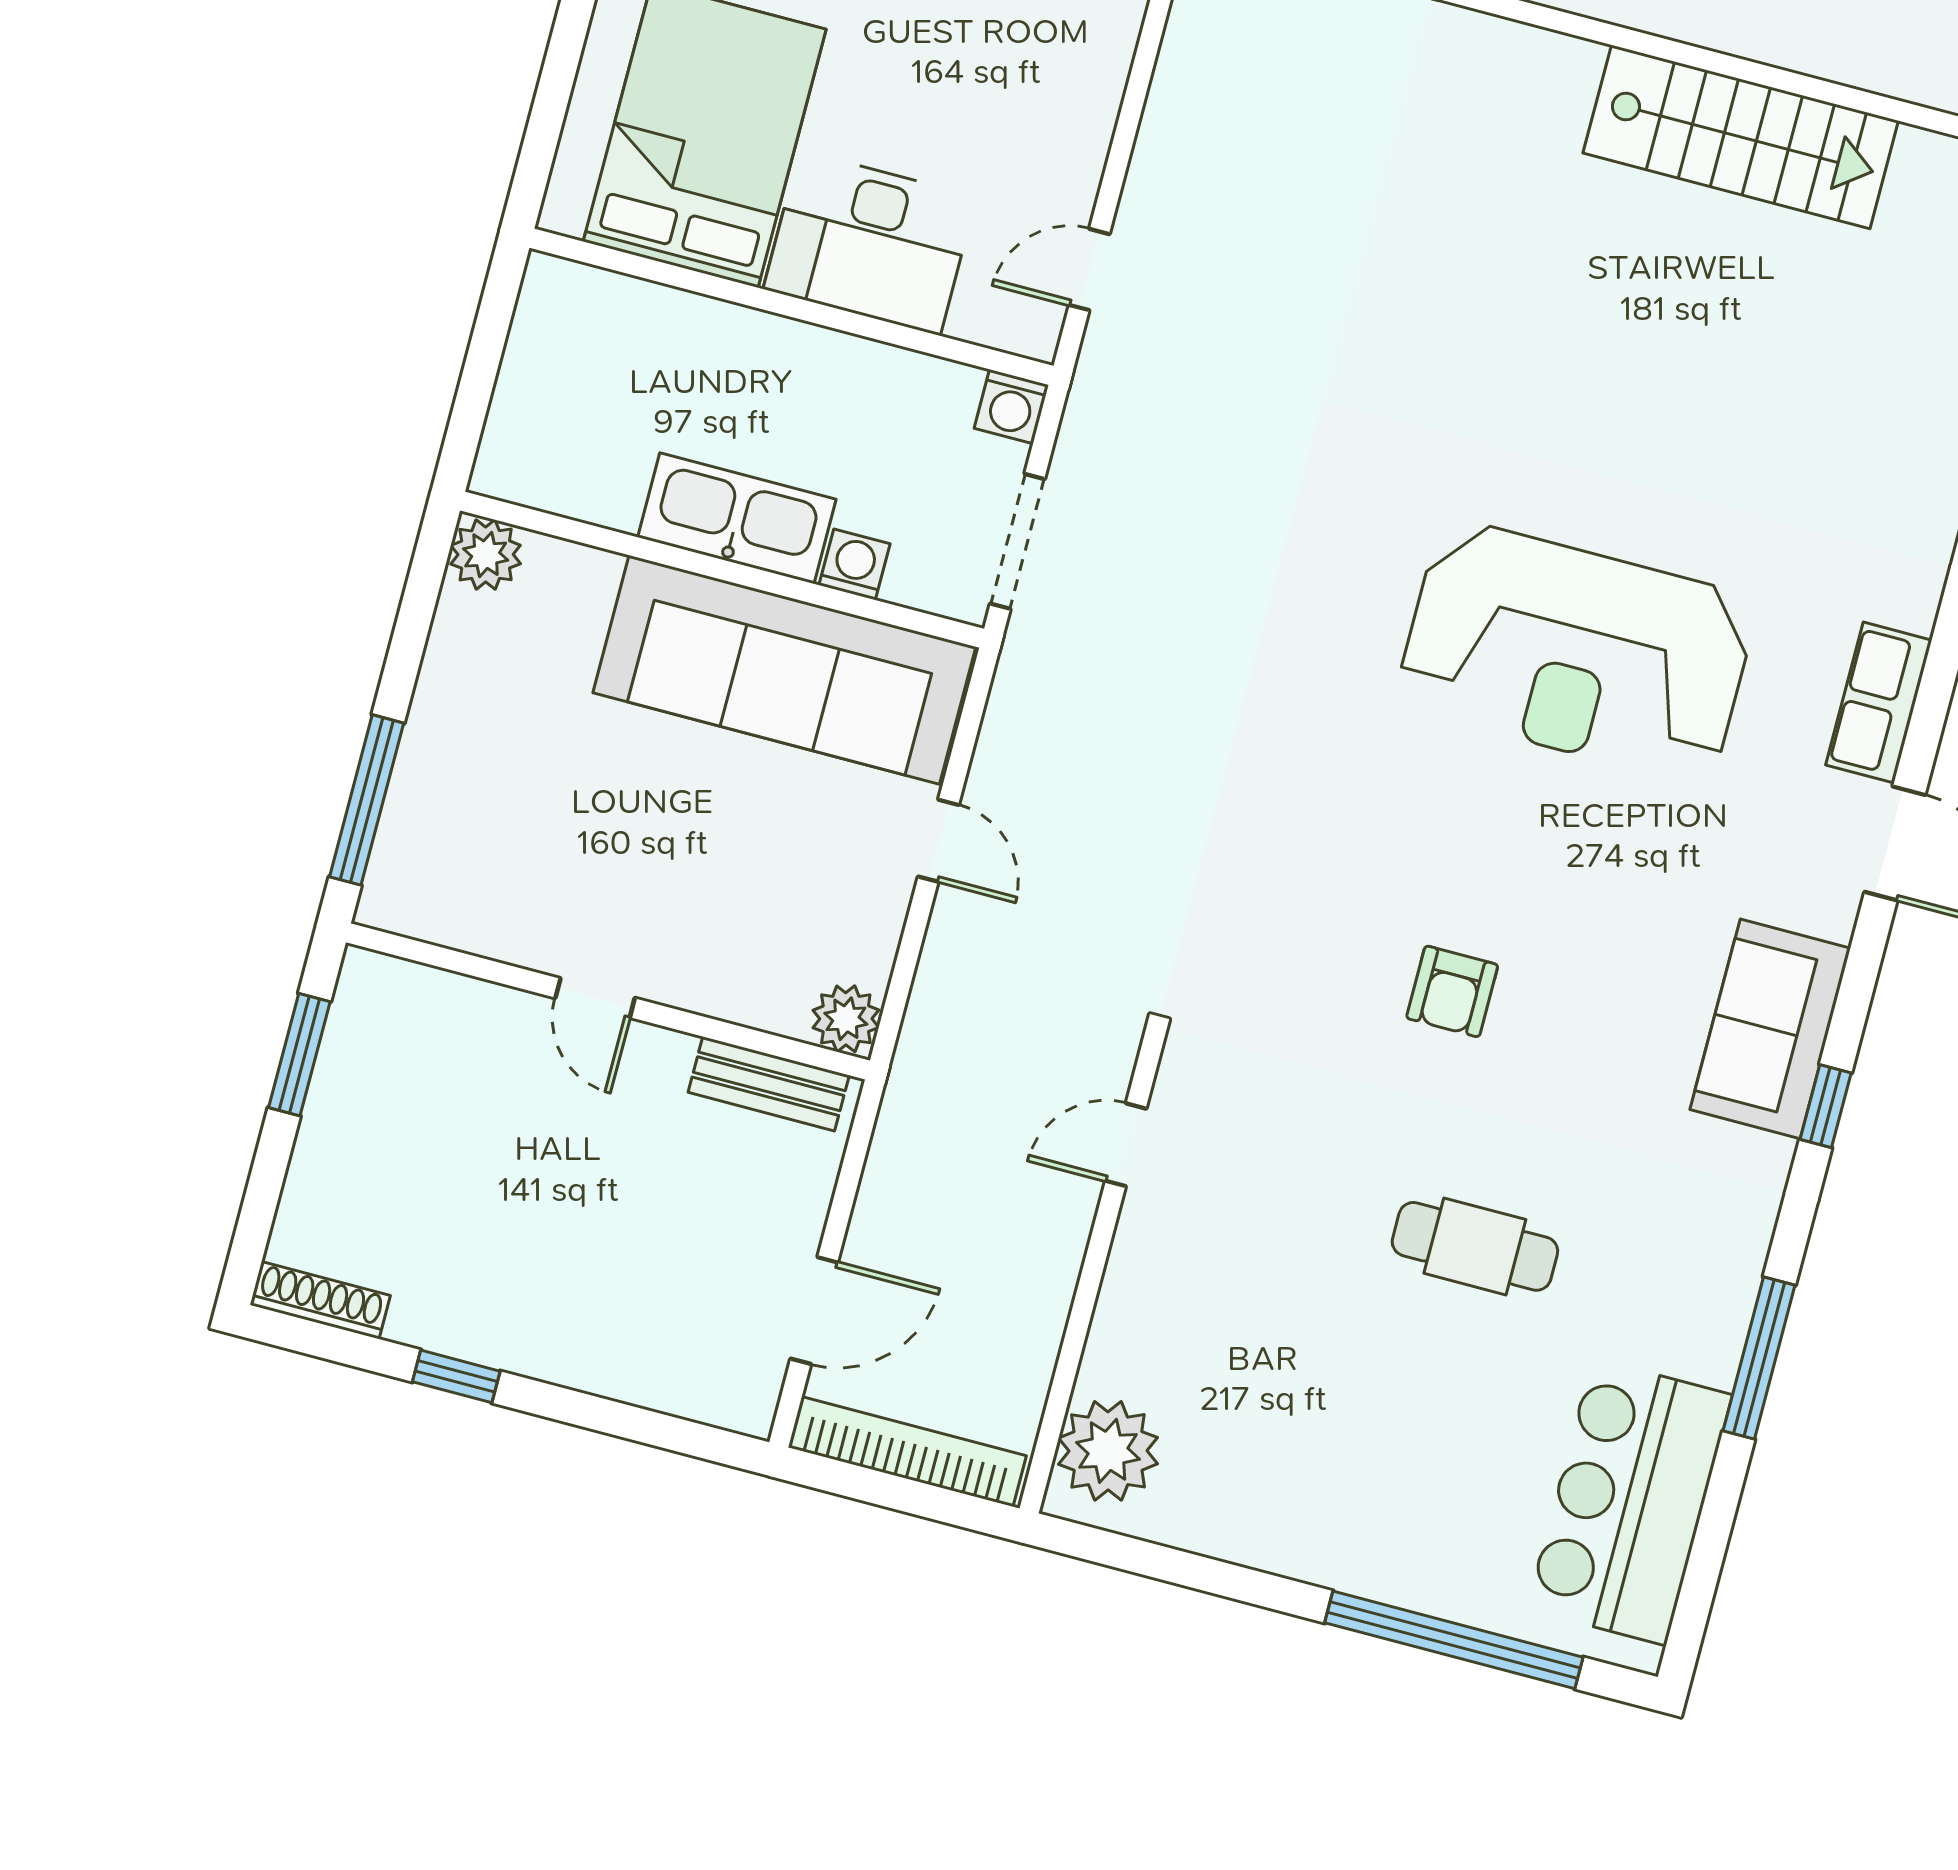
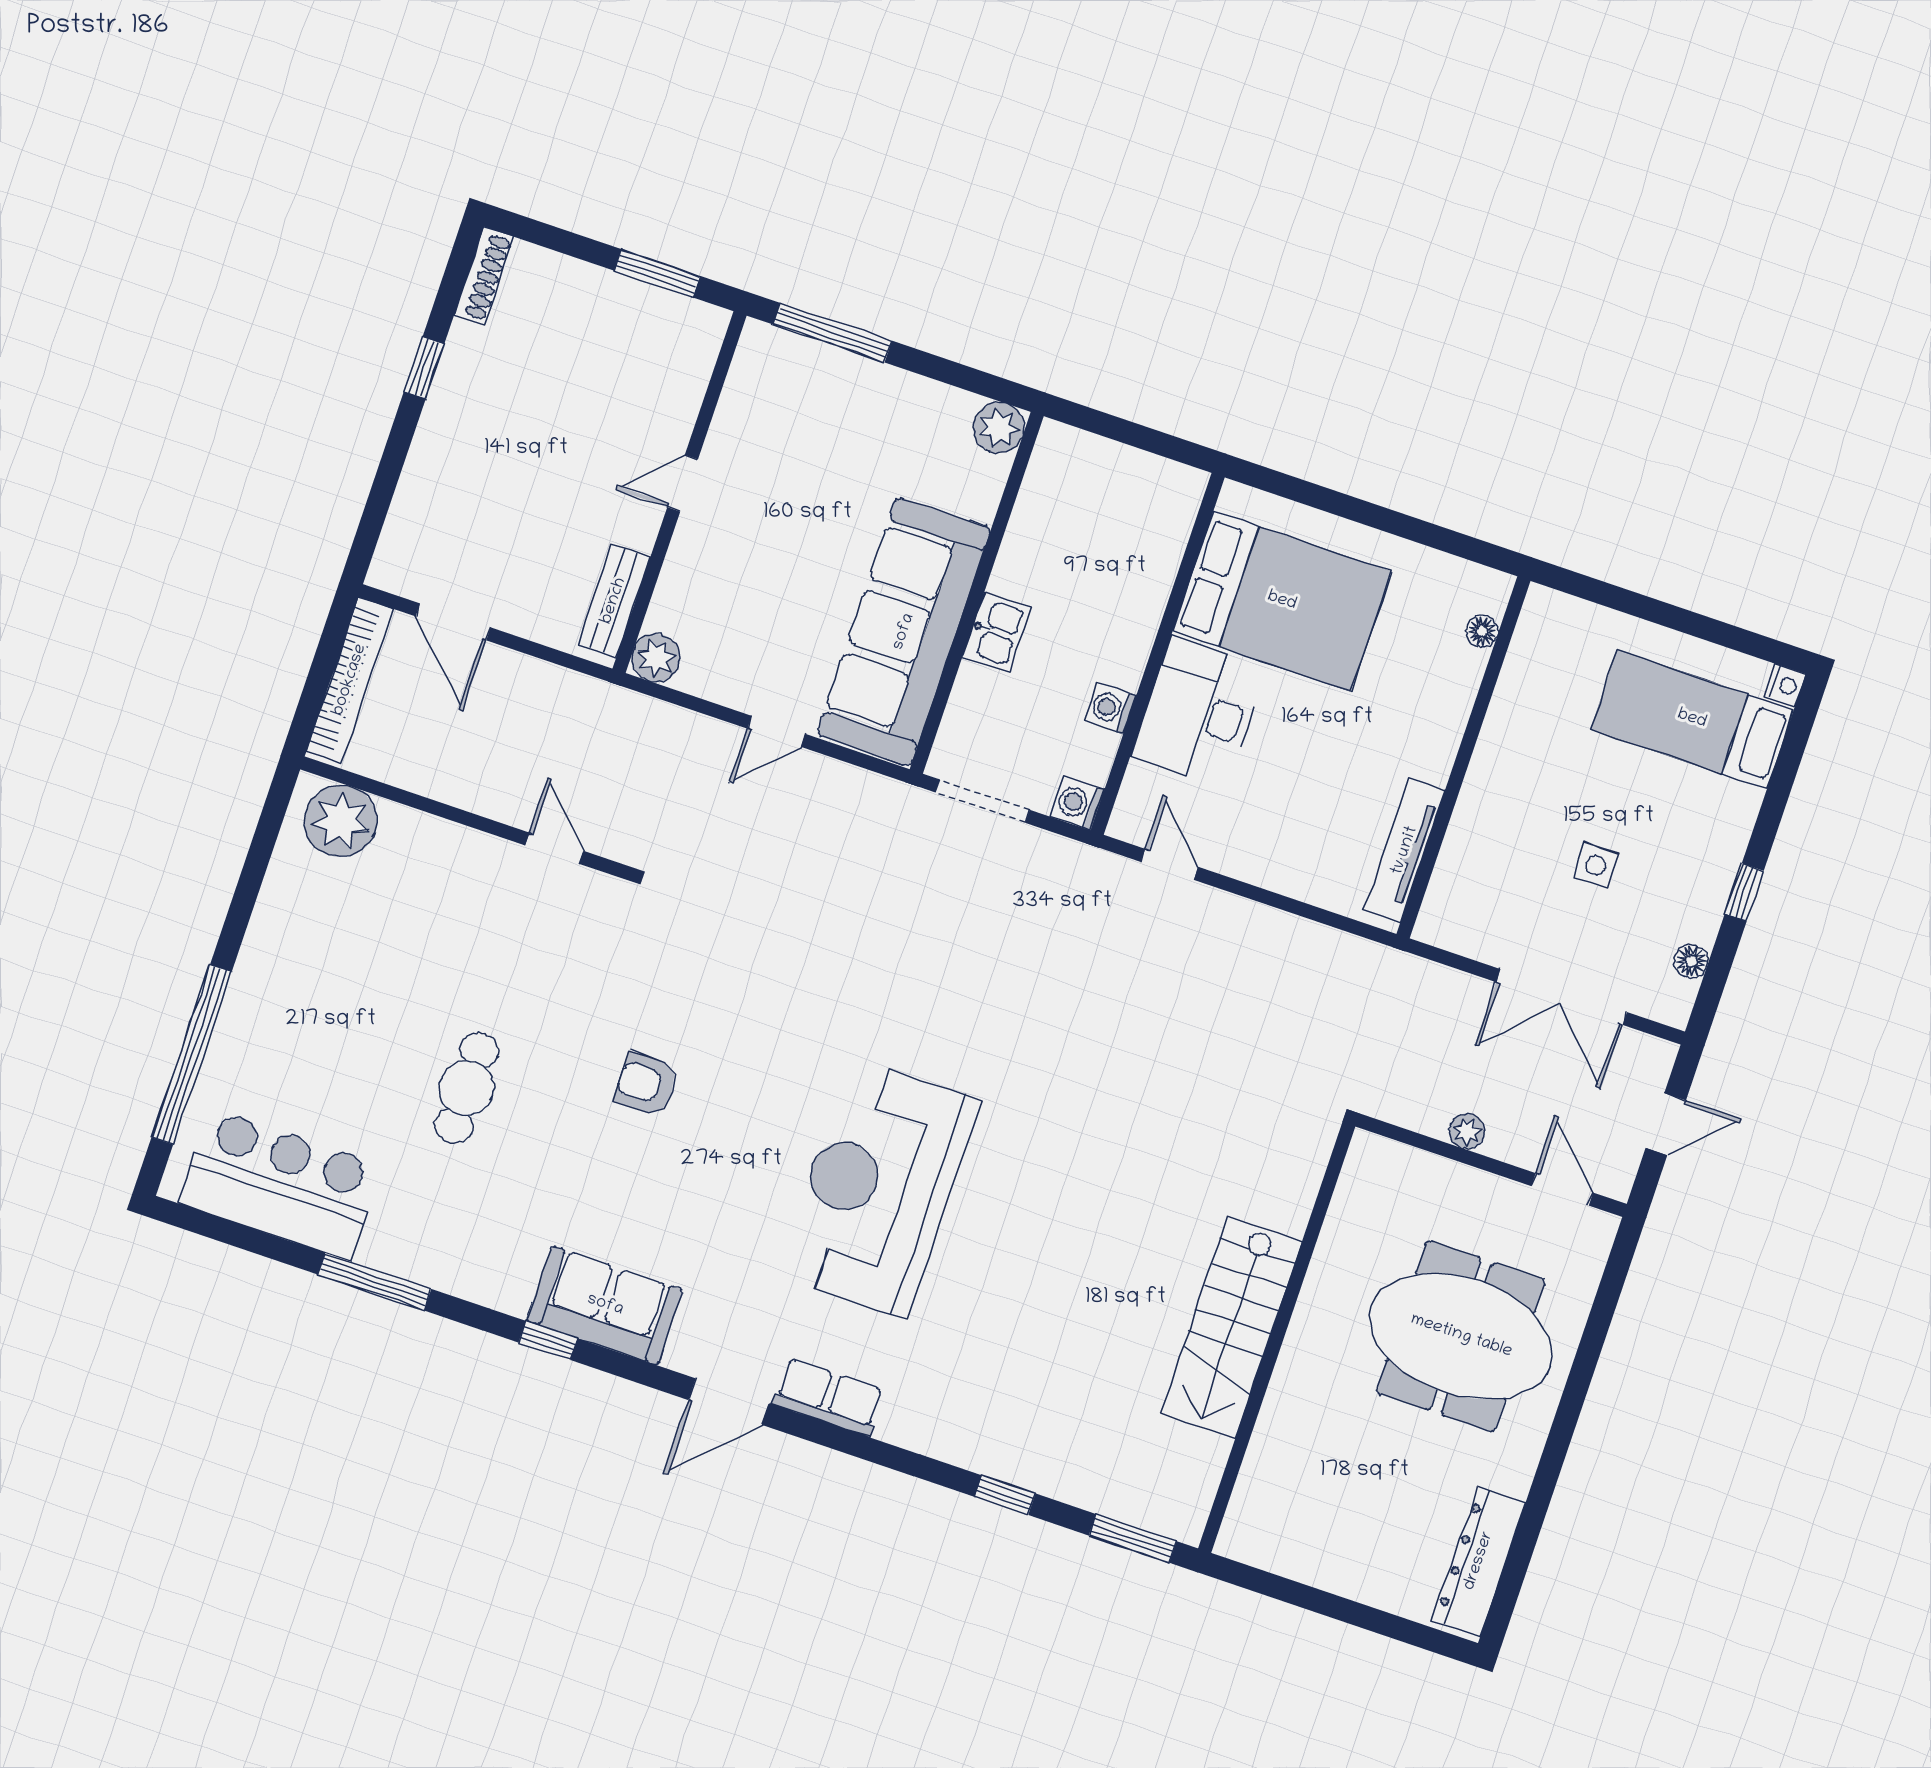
kitchen sink: (737, 518) -> (997, 632), width x0.53, depth x0.81
washing machine: (854, 564) -> (1111, 708), moved, turned 180

